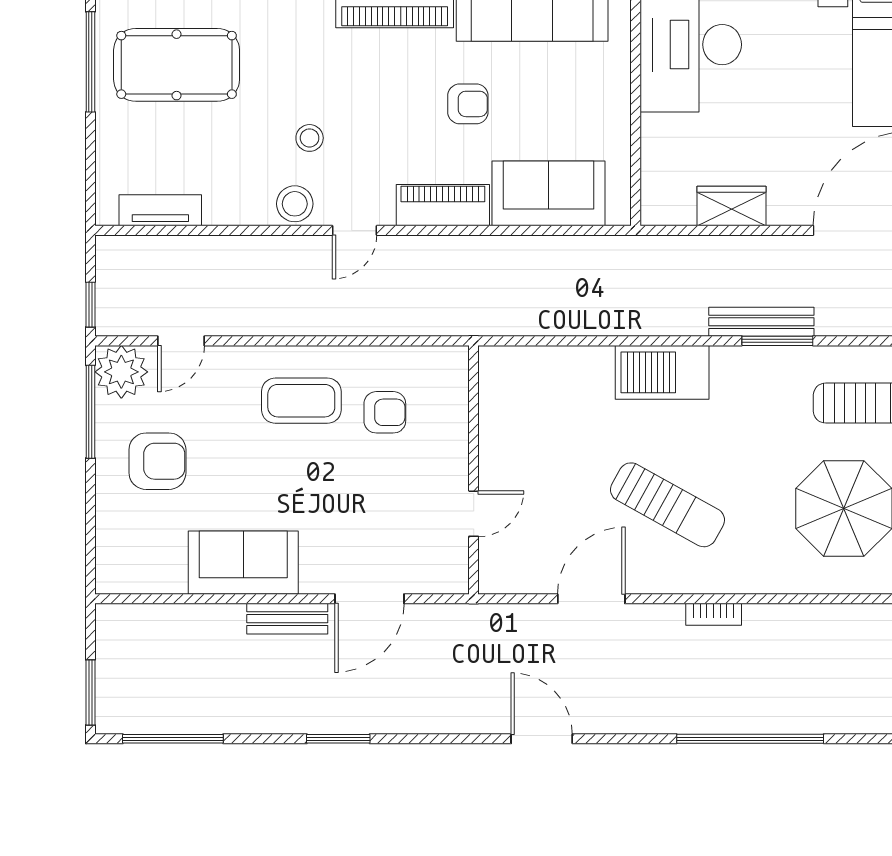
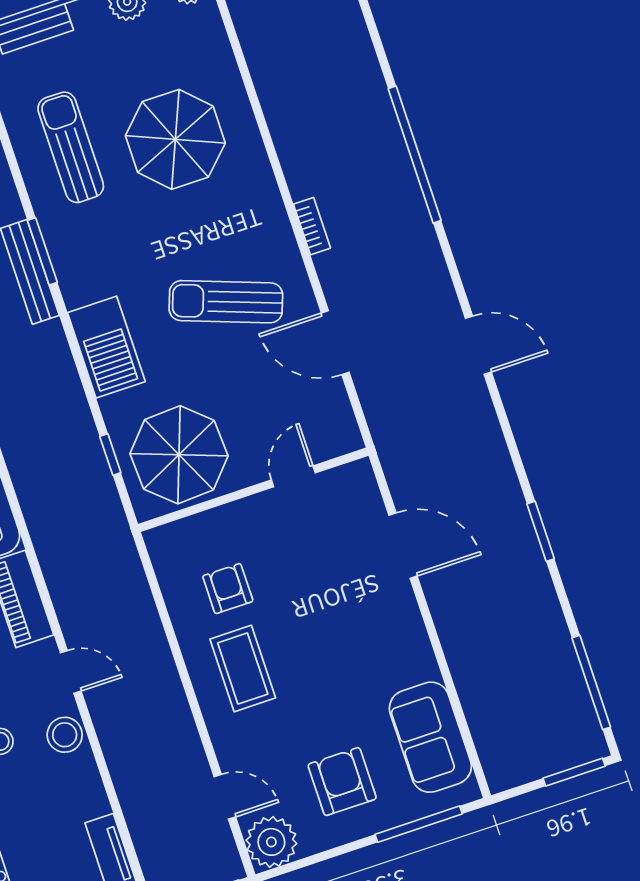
window: (555, 341) -> (110, 454), added
parasol: (532, 408) -> (179, 455), added
window: (90, 412) -> (419, 824), moved
sun lounger: (667, 505) -> (226, 302), turned -99
door: (474, 514) -> (293, 476), hinge flipped
sofa: (243, 563) -> (430, 737), moved
bench: (287, 619) -> (446, 615), removed
door: (542, 739) -> (478, 345), swing flipped

